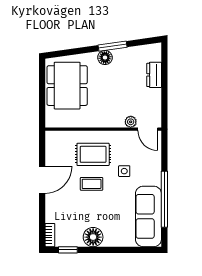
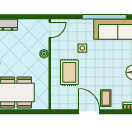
plant: (131, 122) -> (44, 54), moved
coffee table: (92, 184) -> (106, 98), moved

